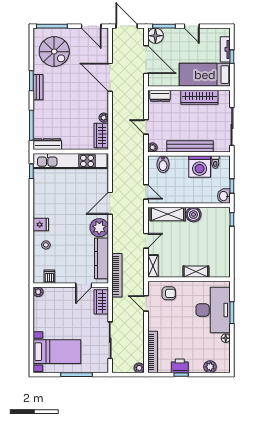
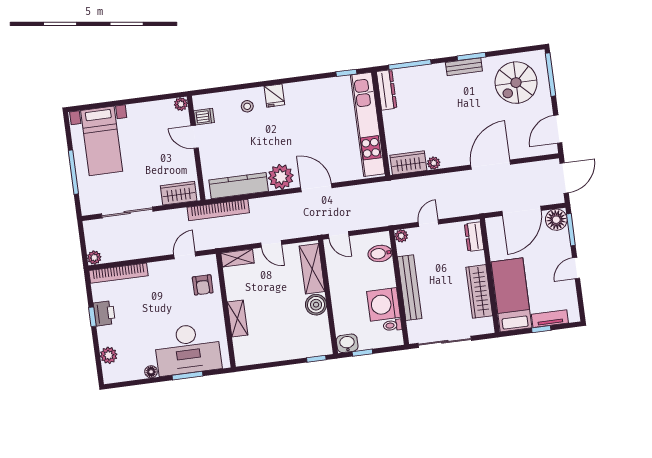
door: (146, 192) -> (339, 235), hinge flipped
door: (84, 285) -> (195, 137), moved

